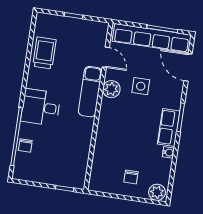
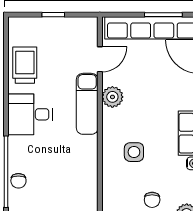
door: (106, 57) -> (100, 59), hinge flipped
side table: (141, 86) -> (134, 152), moved
desk: (41, 107) -> (30, 114), moved

